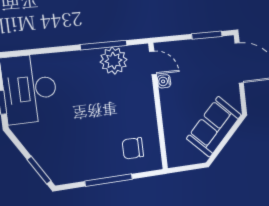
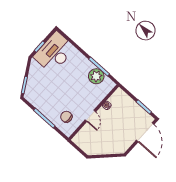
door: (153, 63) -> (90, 116), moved
sofa: (214, 127) -> (107, 145), removed

